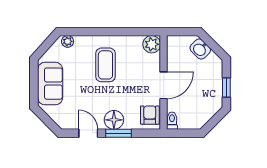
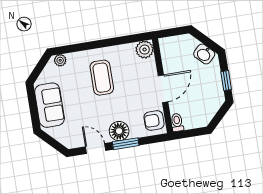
washbasin: (200, 49) -> (204, 54), moved
armchair: (150, 115) -> (154, 120), turned -90

